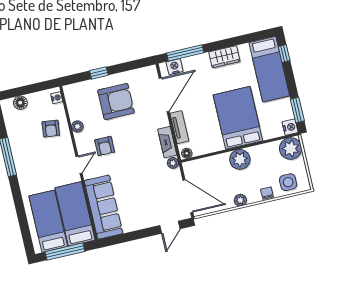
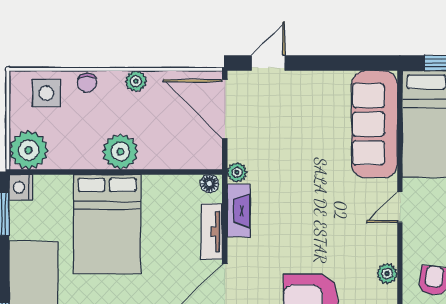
armchair: (105, 146) -> (348, 229), removed

